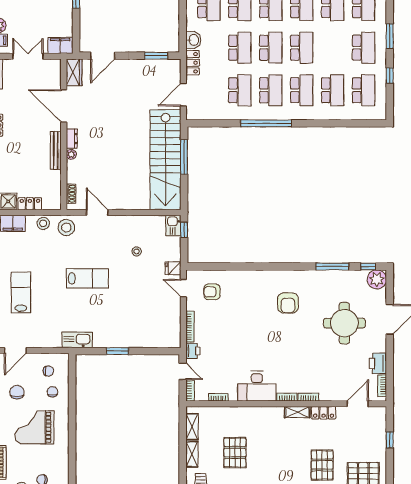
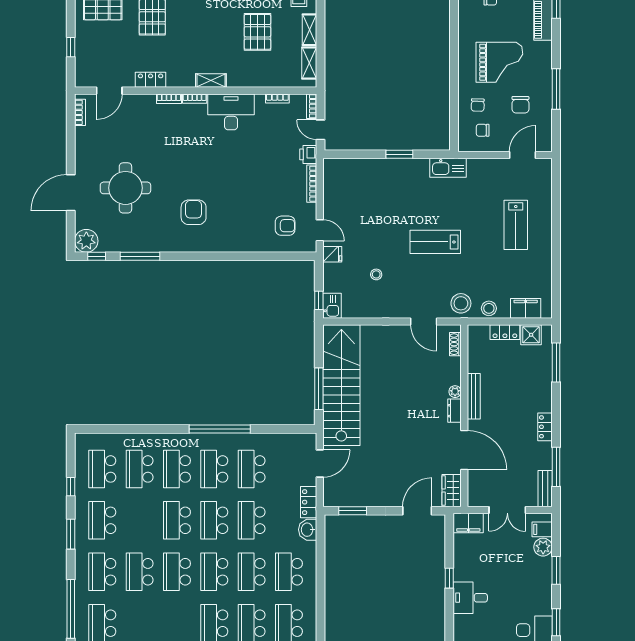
printer: (378, 363) -> (85, 139), removed
shelving: (297, 412) -> (211, 81), moved

